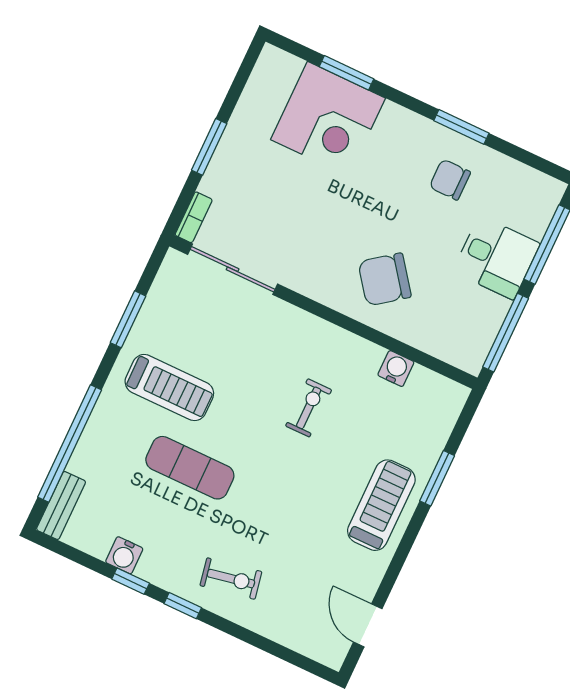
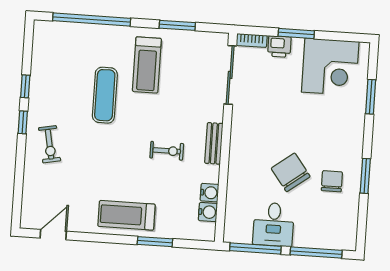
corner desk: (328, 119) -> (330, 67), moved, turned -90
printer: (219, 180) -> (279, 47), added
desk: (496, 258) -> (274, 224), moved
chair: (385, 279) -> (291, 172), moved
bench: (61, 505) -> (214, 143), moved, turned 90
treadmill: (381, 505) -> (126, 215), turned 180
water cooler: (124, 555) -> (208, 212), moved, turned 180

